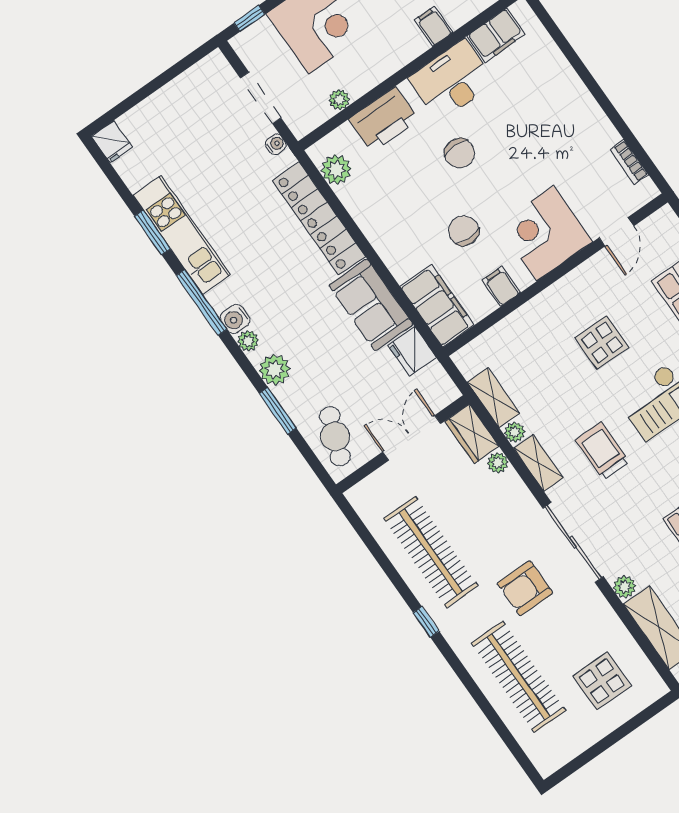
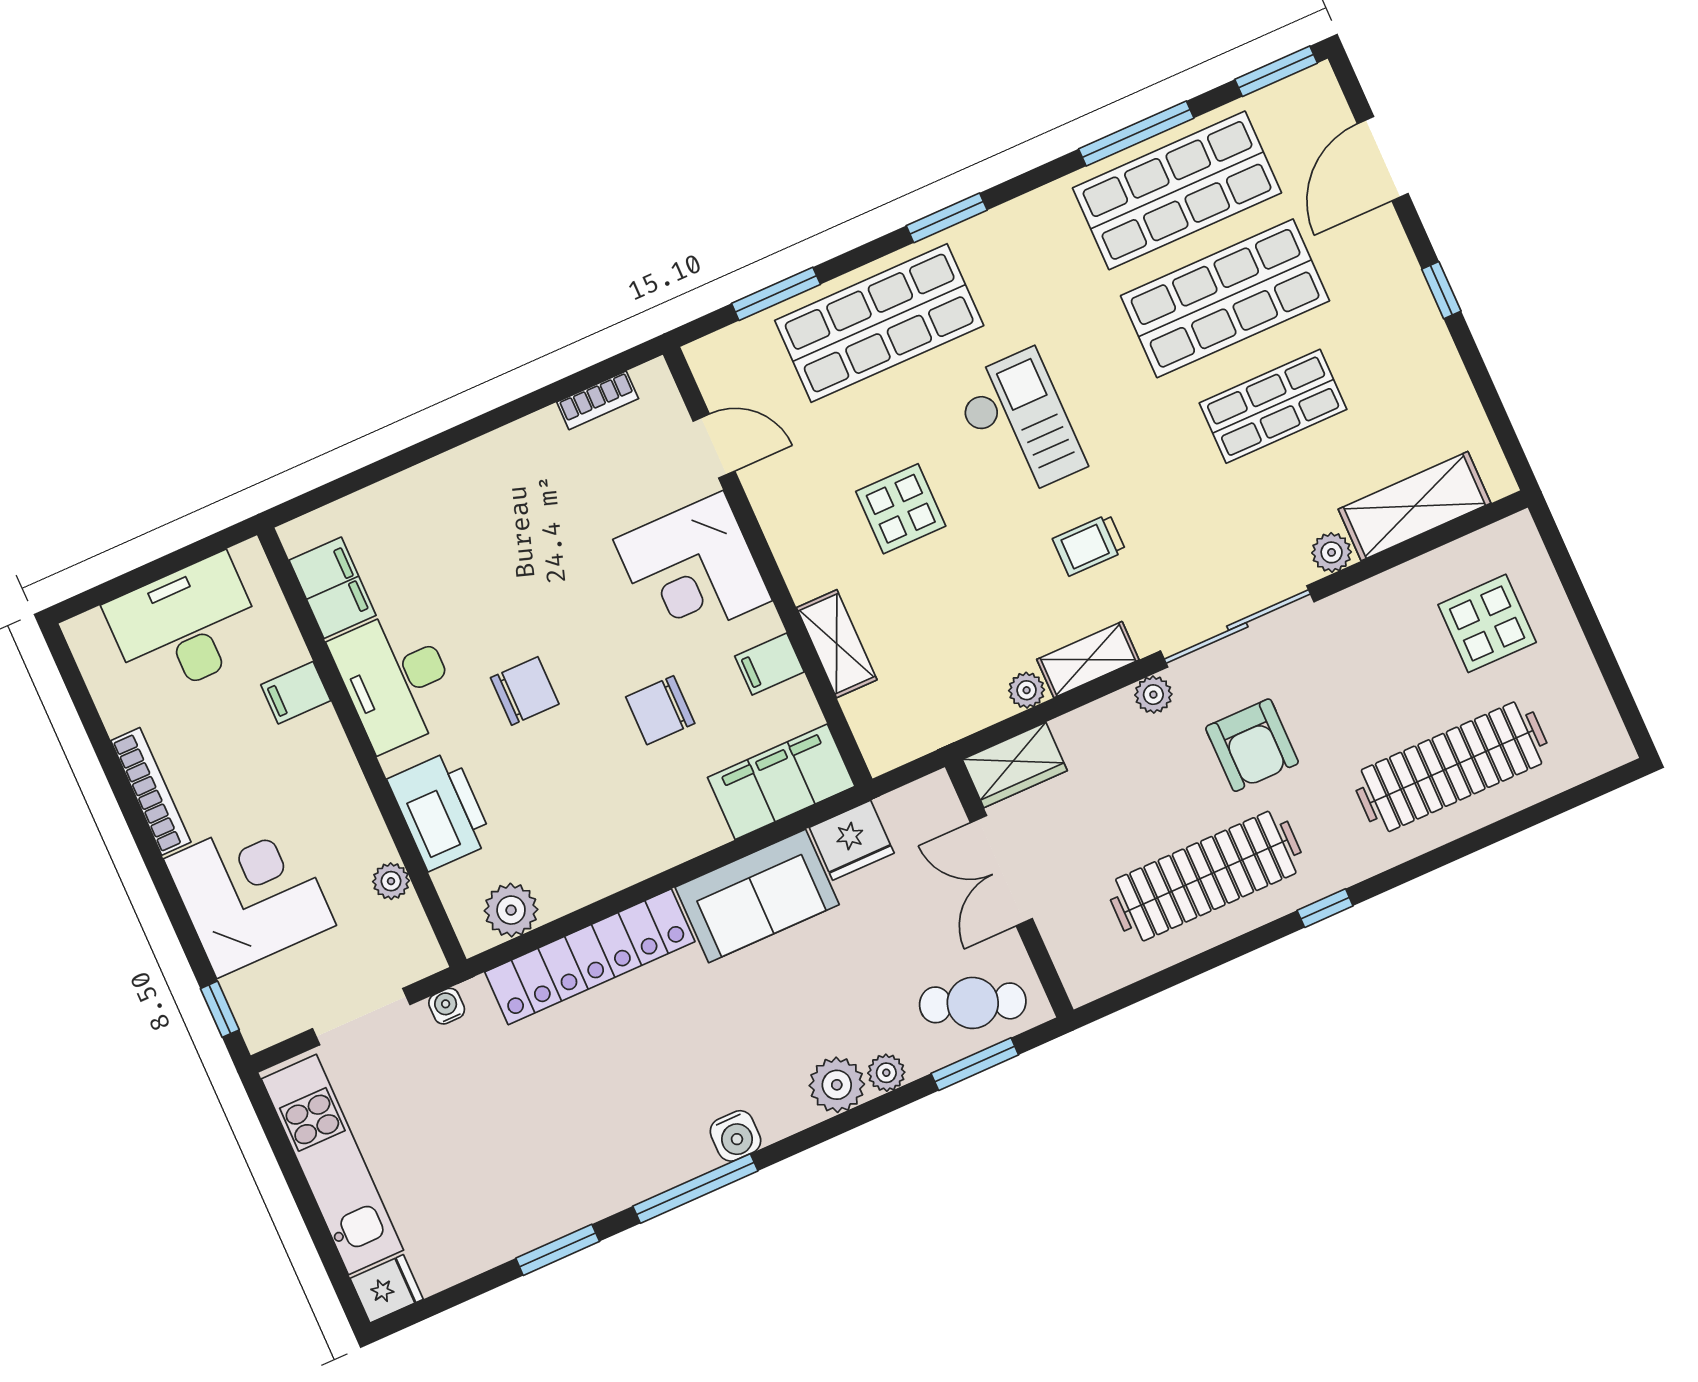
kitchen unit: (182, 235) -> (332, 1165), moved, turned 90
plant: (248, 341) -> (886, 1073), moved
shelving: (493, 398) -> (837, 644), moved, turned 90
window: (278, 411) -> (975, 1064), moved
trolley: (602, 451) -> (1089, 545), width x0.73, depth x0.72
plant: (498, 463) -> (1153, 695), moved
armchair: (525, 588) -> (1252, 745), moved

